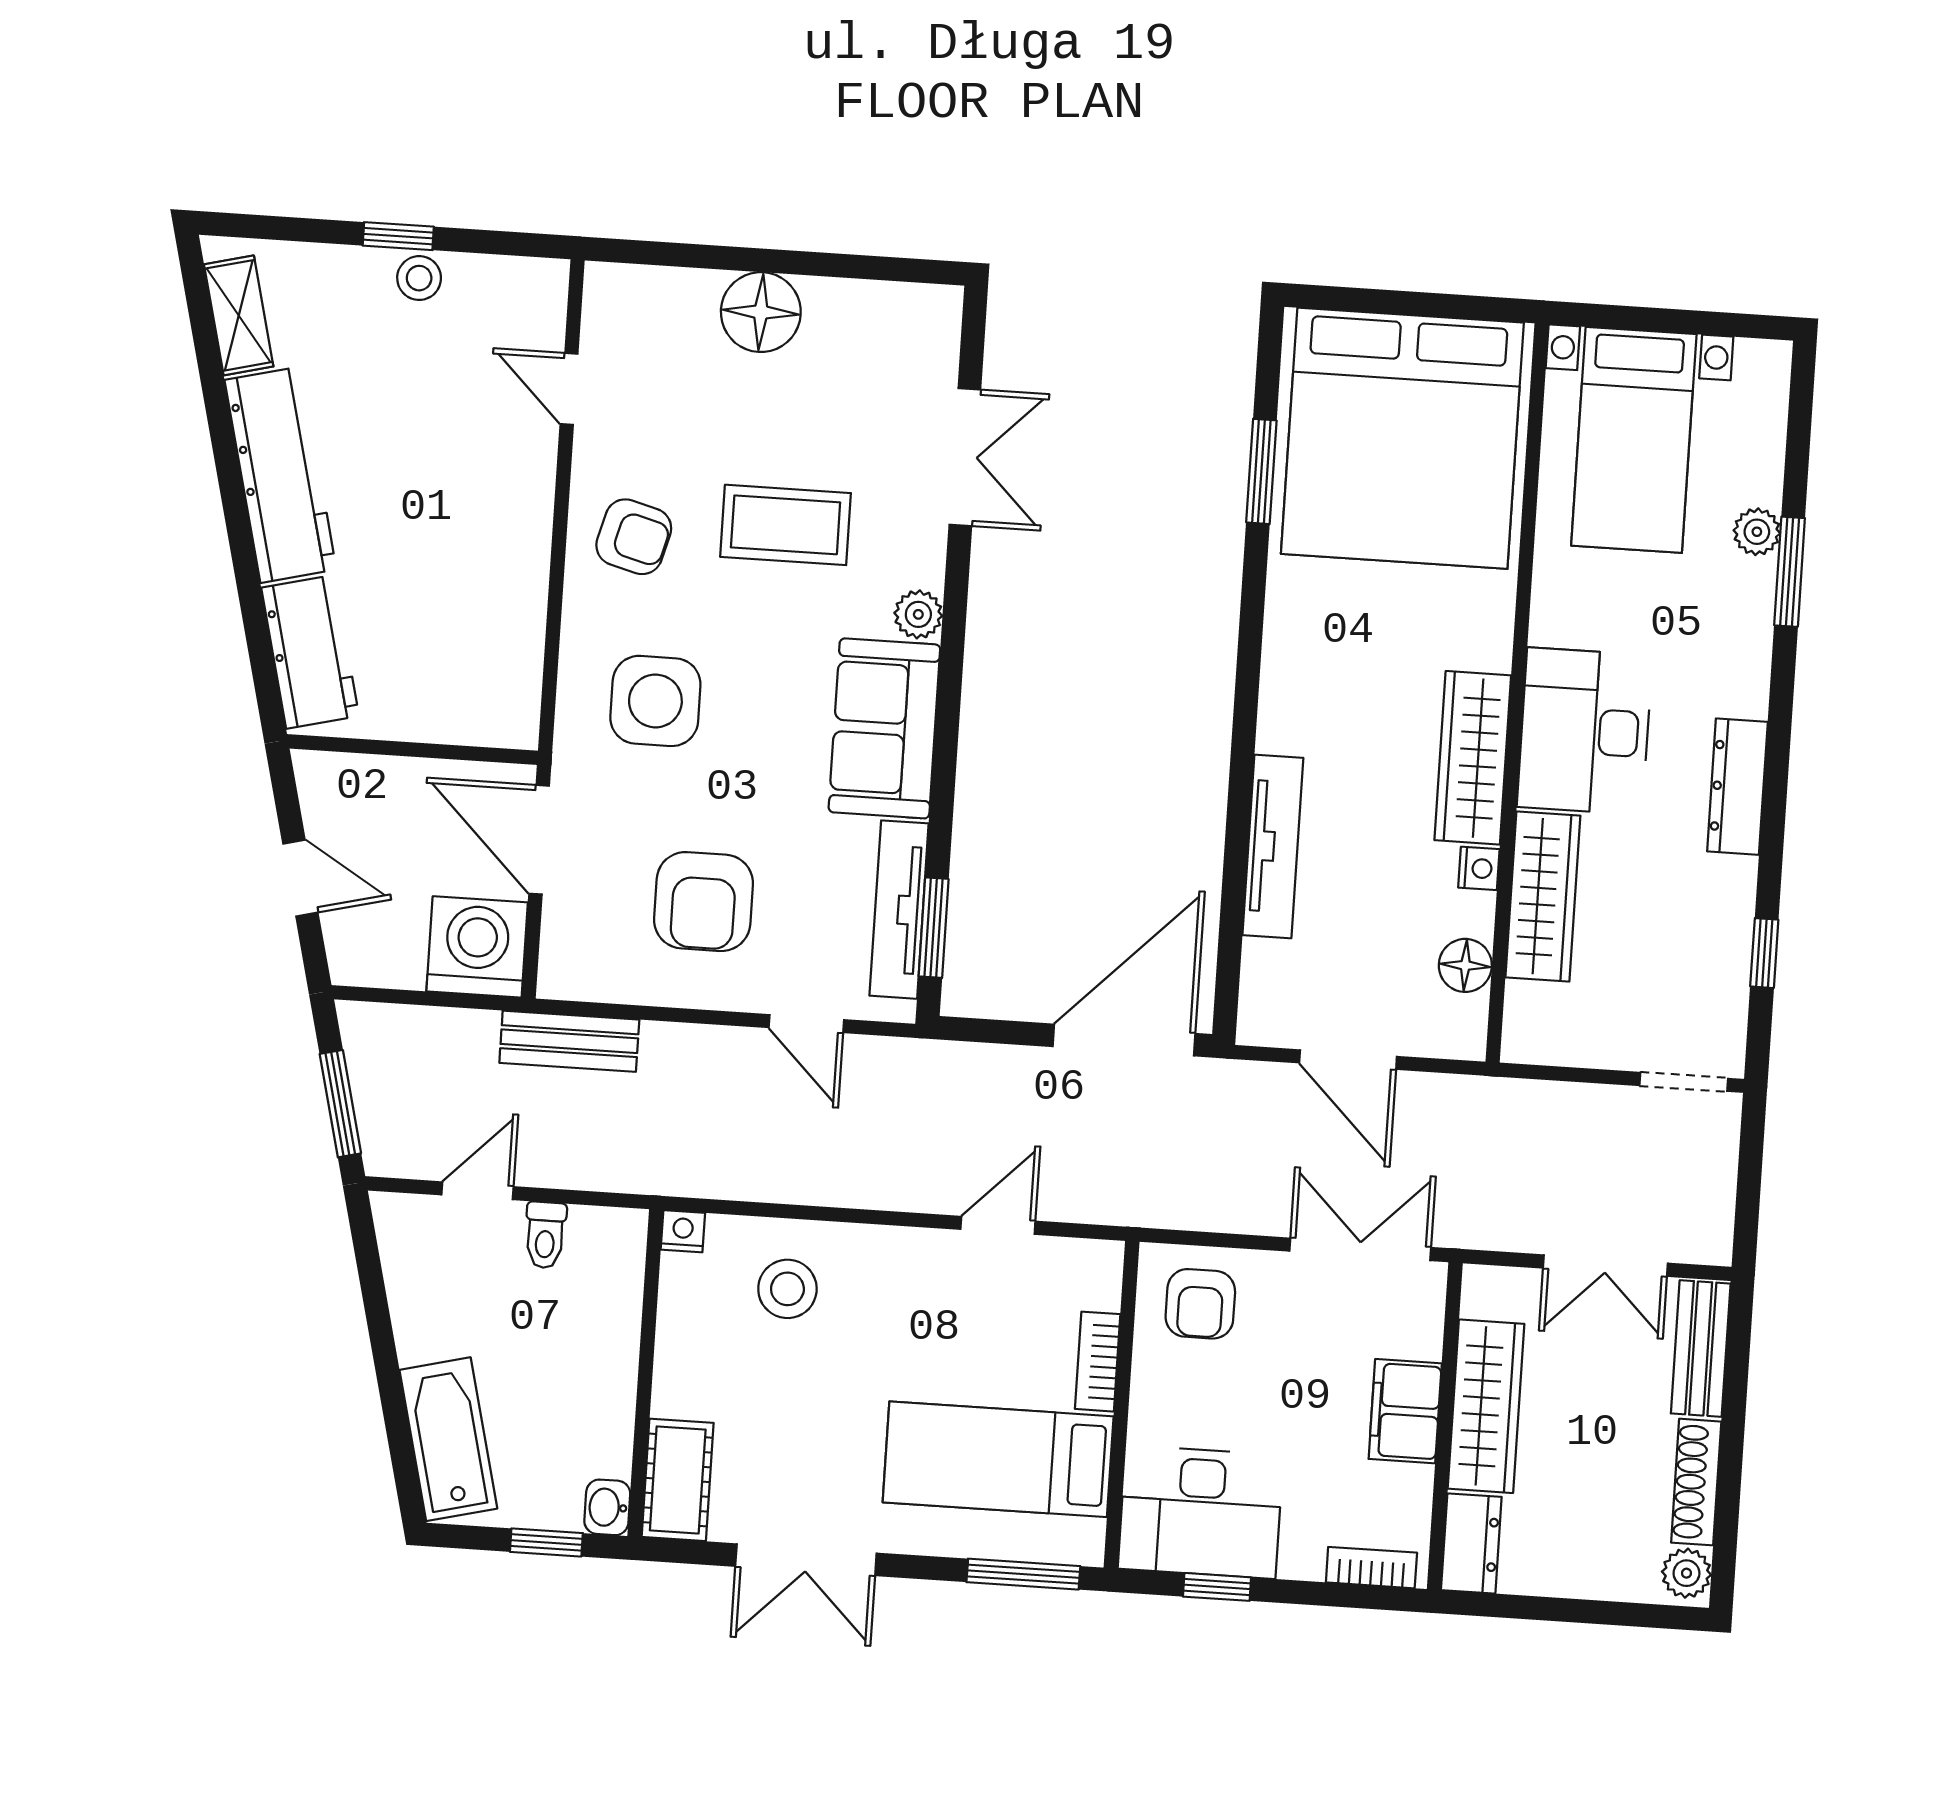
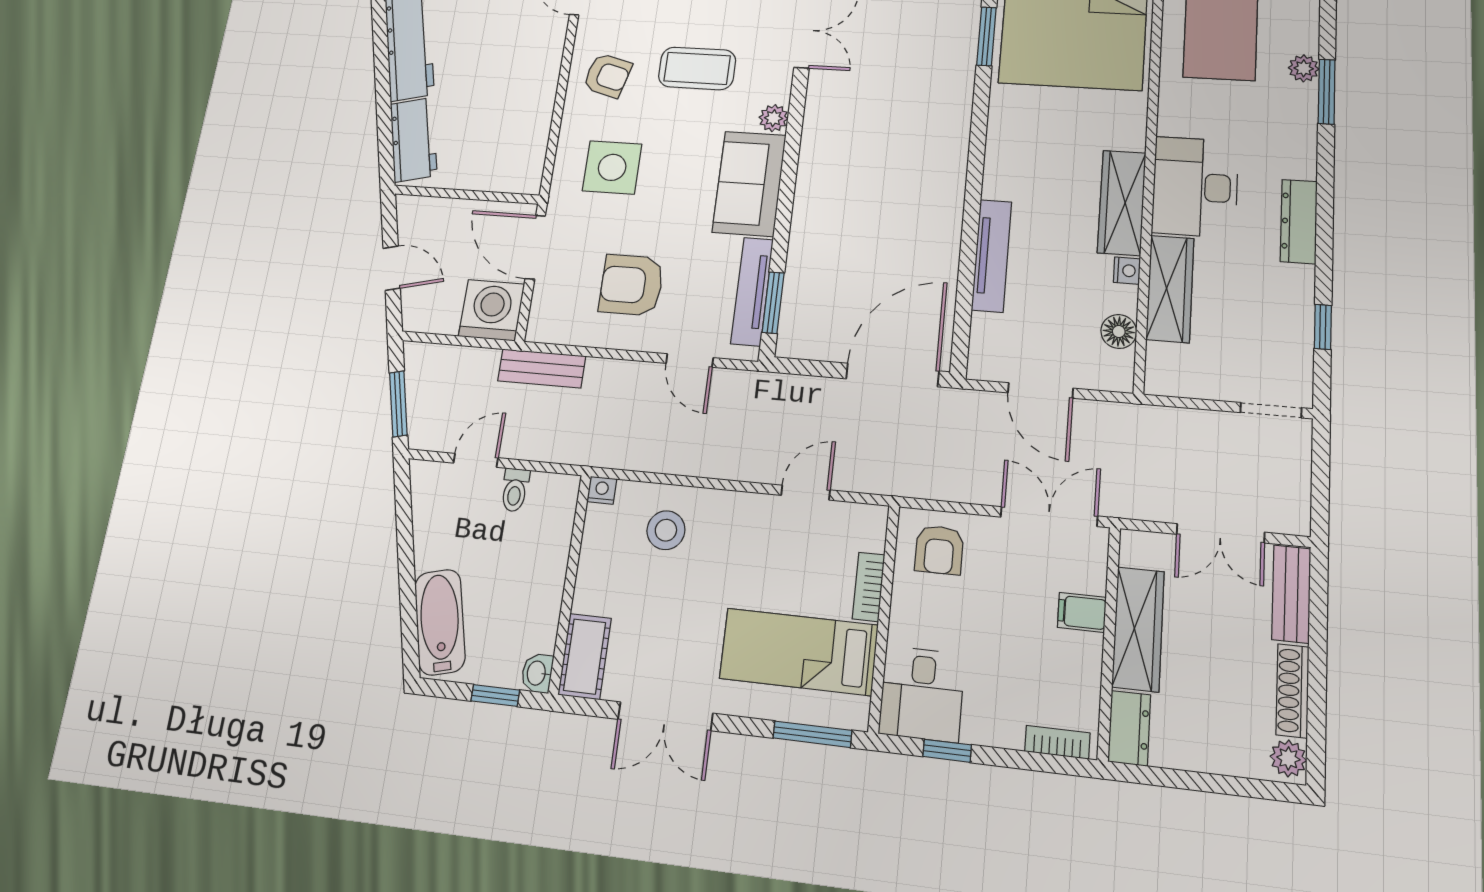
armchair: (703, 902) -> (631, 285), turned 90
filing cabinet: (1405, 1411) -> (1082, 612), width x0.50
desk: (1201, 1512) -> (922, 694), width x0.73

